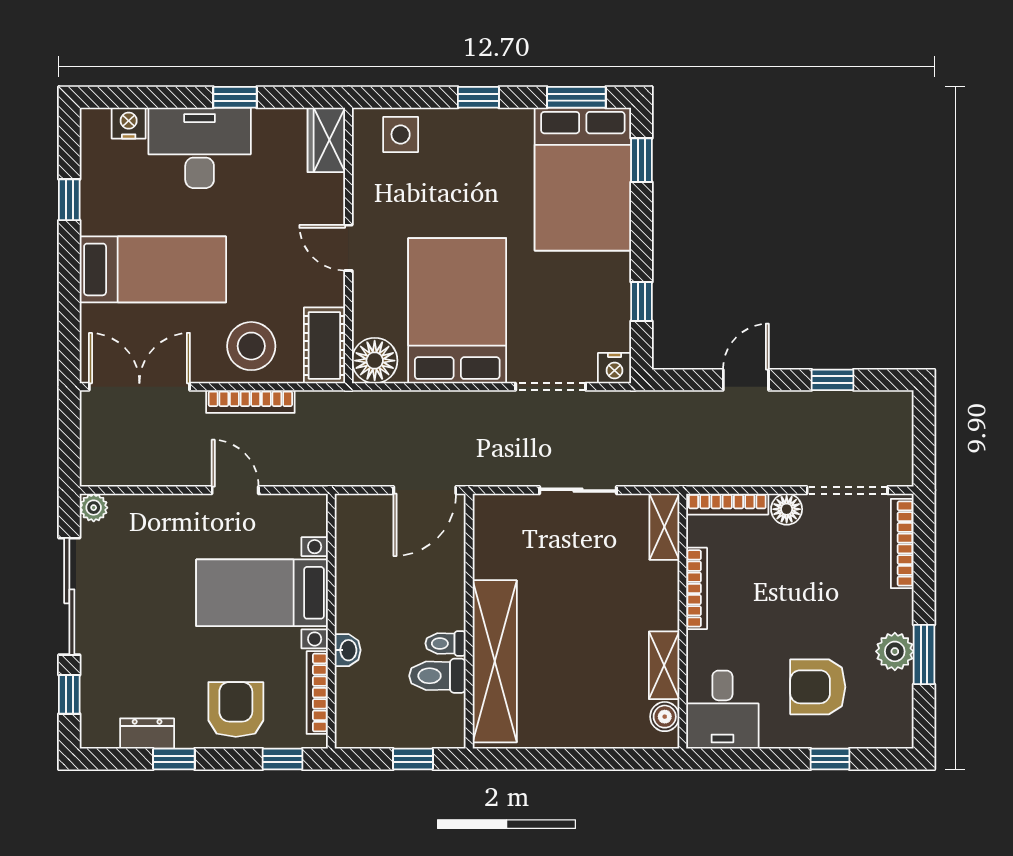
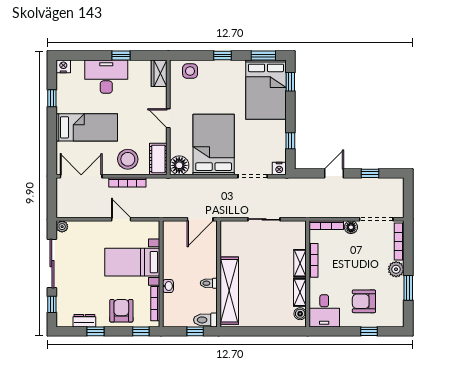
nightstand: (129, 123) -> (63, 66), moved
shelving: (664, 527) -> (300, 263), moved
plant: (895, 651) -> (396, 269), moved
toilet: (437, 676) -> (205, 320), moved

